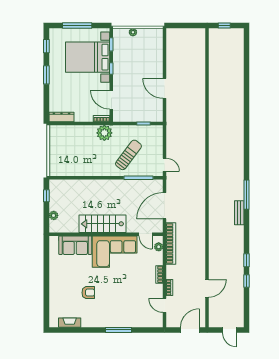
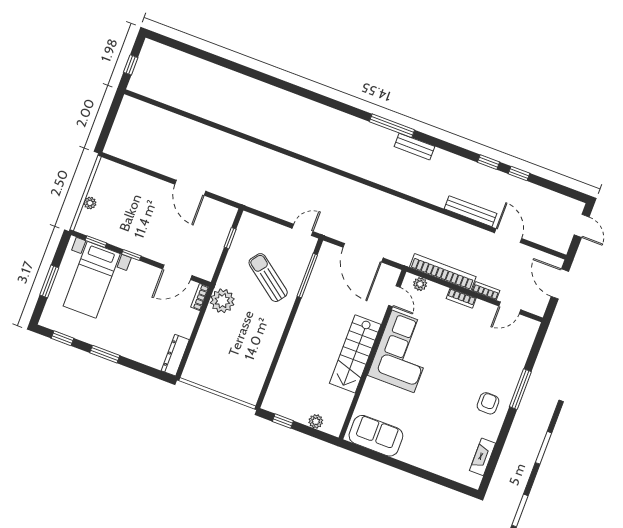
window: (77, 26) -> (49, 281), width x0.69
bed with nightstands: (88, 57) -> (92, 280), width x0.73
door: (165, 88) -> (190, 188), hinge flipped
door: (146, 234) -> (394, 296), hinge flipped
bookcase: (171, 243) -> (443, 272), moved
sofa: (75, 245) -> (376, 436), moved, turned -90
bench: (213, 261) -> (471, 211), added
armchair: (88, 293) -> (488, 403), moved
door: (229, 330) -> (582, 226), hinge flipped

